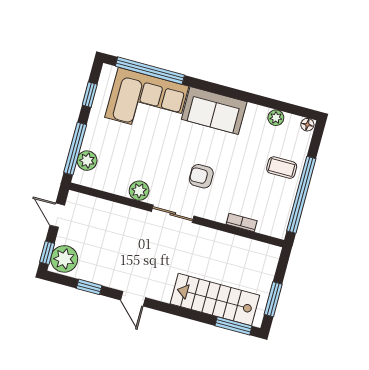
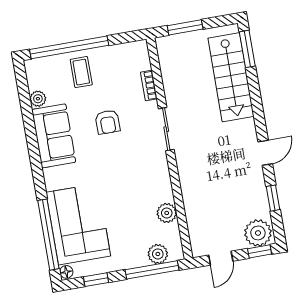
sofa: (214, 111) -> (54, 136), moved
floor lamp: (307, 125) -> (66, 272), moved
armchair: (201, 176) -> (108, 122), moved
plant: (139, 191) -> (167, 213), moved
window: (301, 195) -> (69, 47), moved
sliding door: (173, 214) -> (166, 129), moved
window: (273, 299) -> (185, 27), moved

